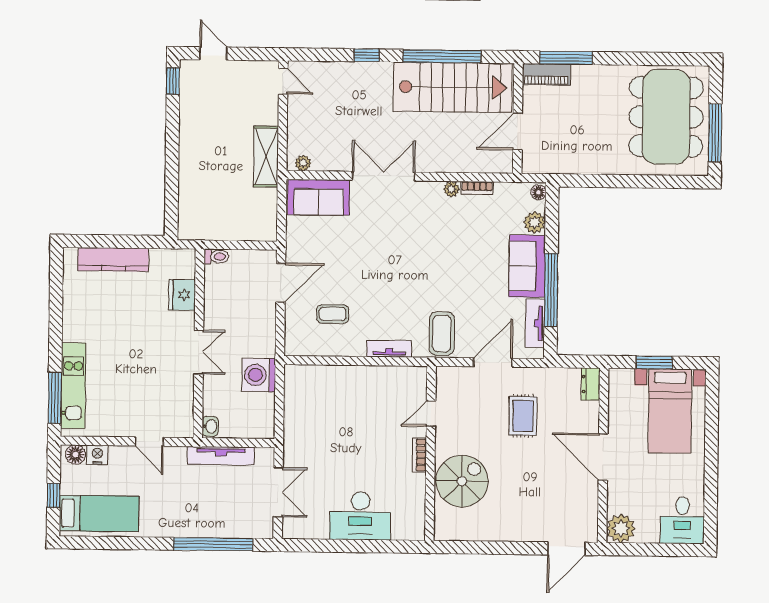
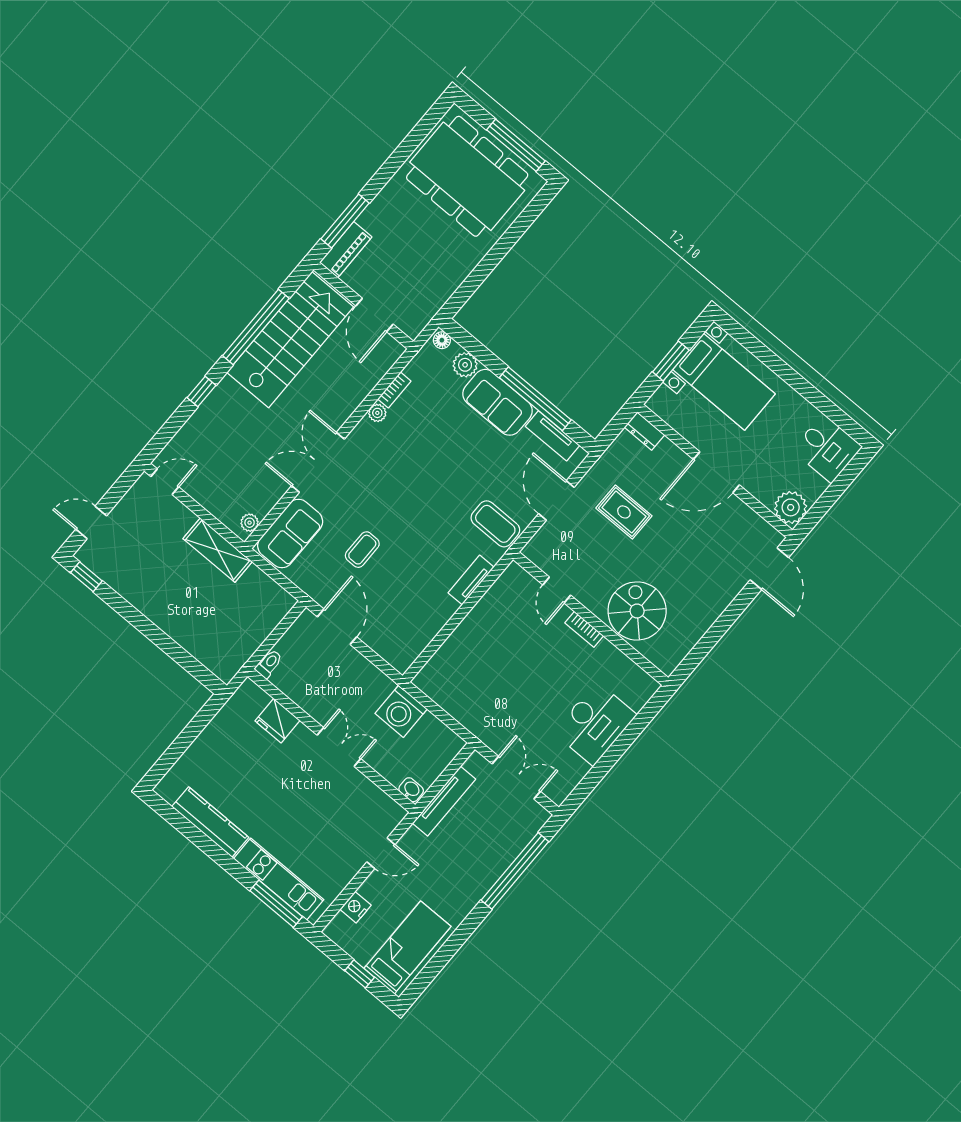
kitchen counter: (113, 259) -> (210, 822), moved, turned -90
coffee table: (333, 314) -> (362, 550), moved
floor lamp: (75, 455) -> (340, 926), removed

